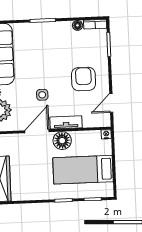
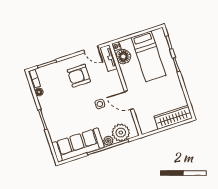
tv unit: (66, 122) -> (109, 58), moved
floor lamp: (62, 141) -> (123, 57), moved

